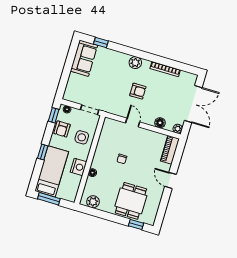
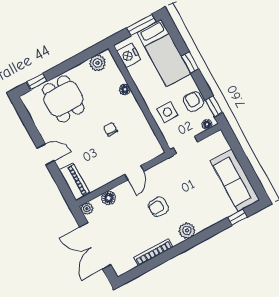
sofa: (84, 58) -> (235, 180), width x1.36
door: (133, 122) -> (134, 173), hinge flipped
nightstand: (78, 167) -> (129, 55), moved

